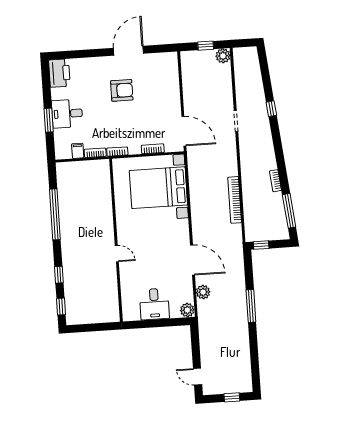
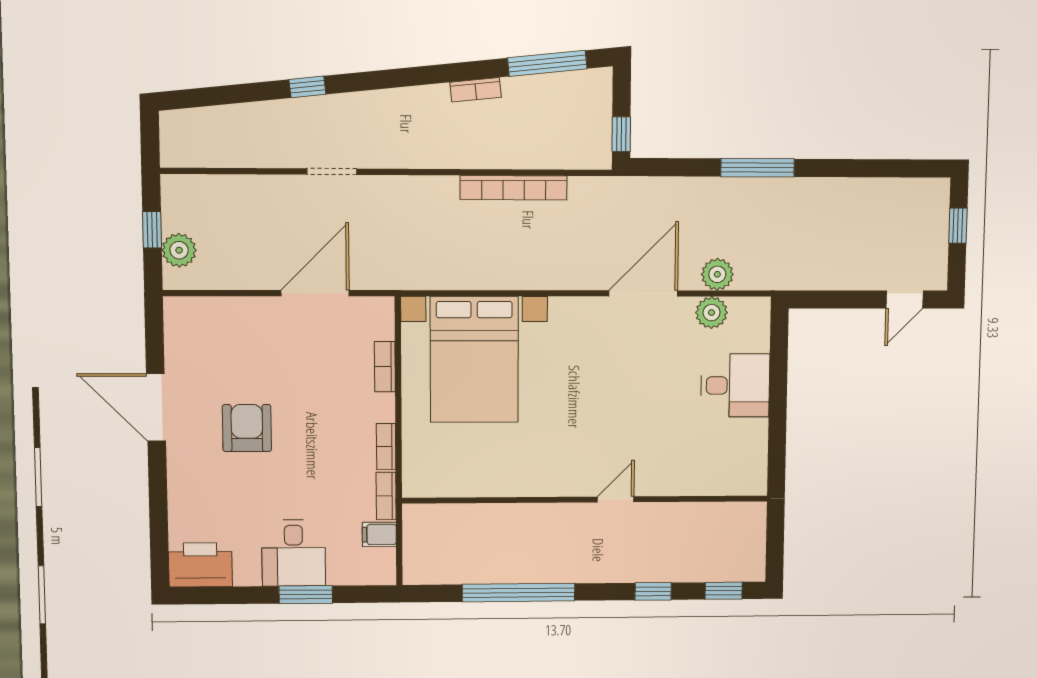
plant: (223, 56) -> (179, 250), moved
door: (184, 131) -> (315, 293), moved
wall: (116, 240) -> (586, 500), moved
door: (117, 254) -> (616, 499), moved
plant: (187, 310) -> (712, 313), moved

